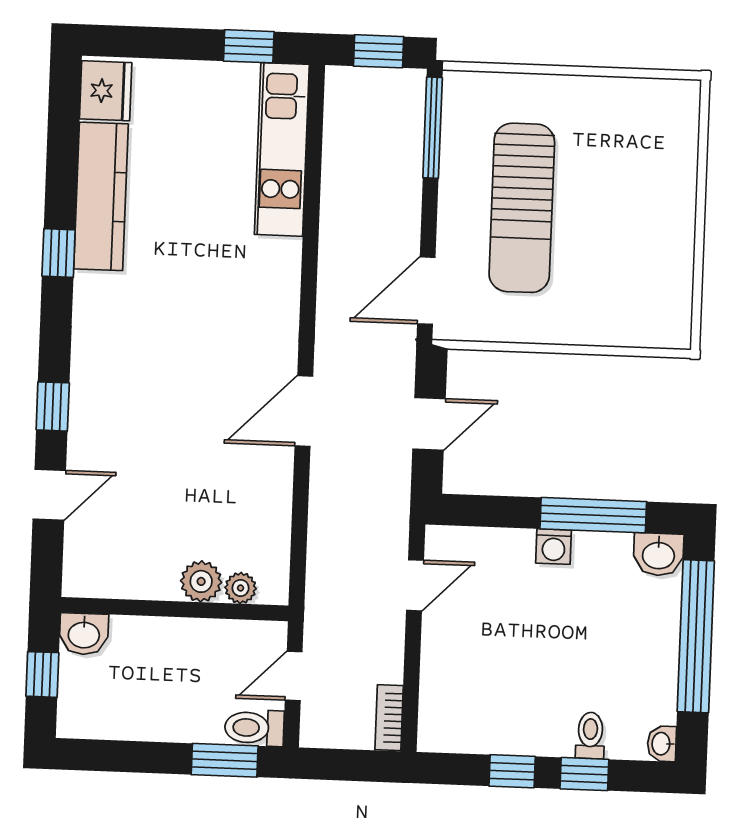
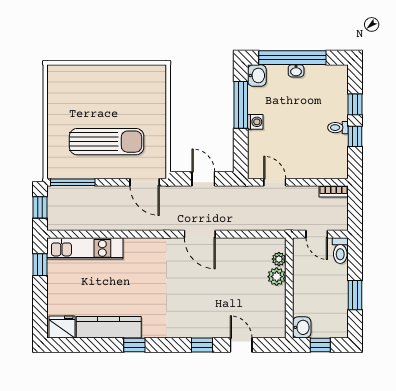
toilet: (590, 735) -> (338, 128), moved
washbasin: (662, 744) -> (296, 71), moved
window: (225, 760) -> (355, 295), moved

